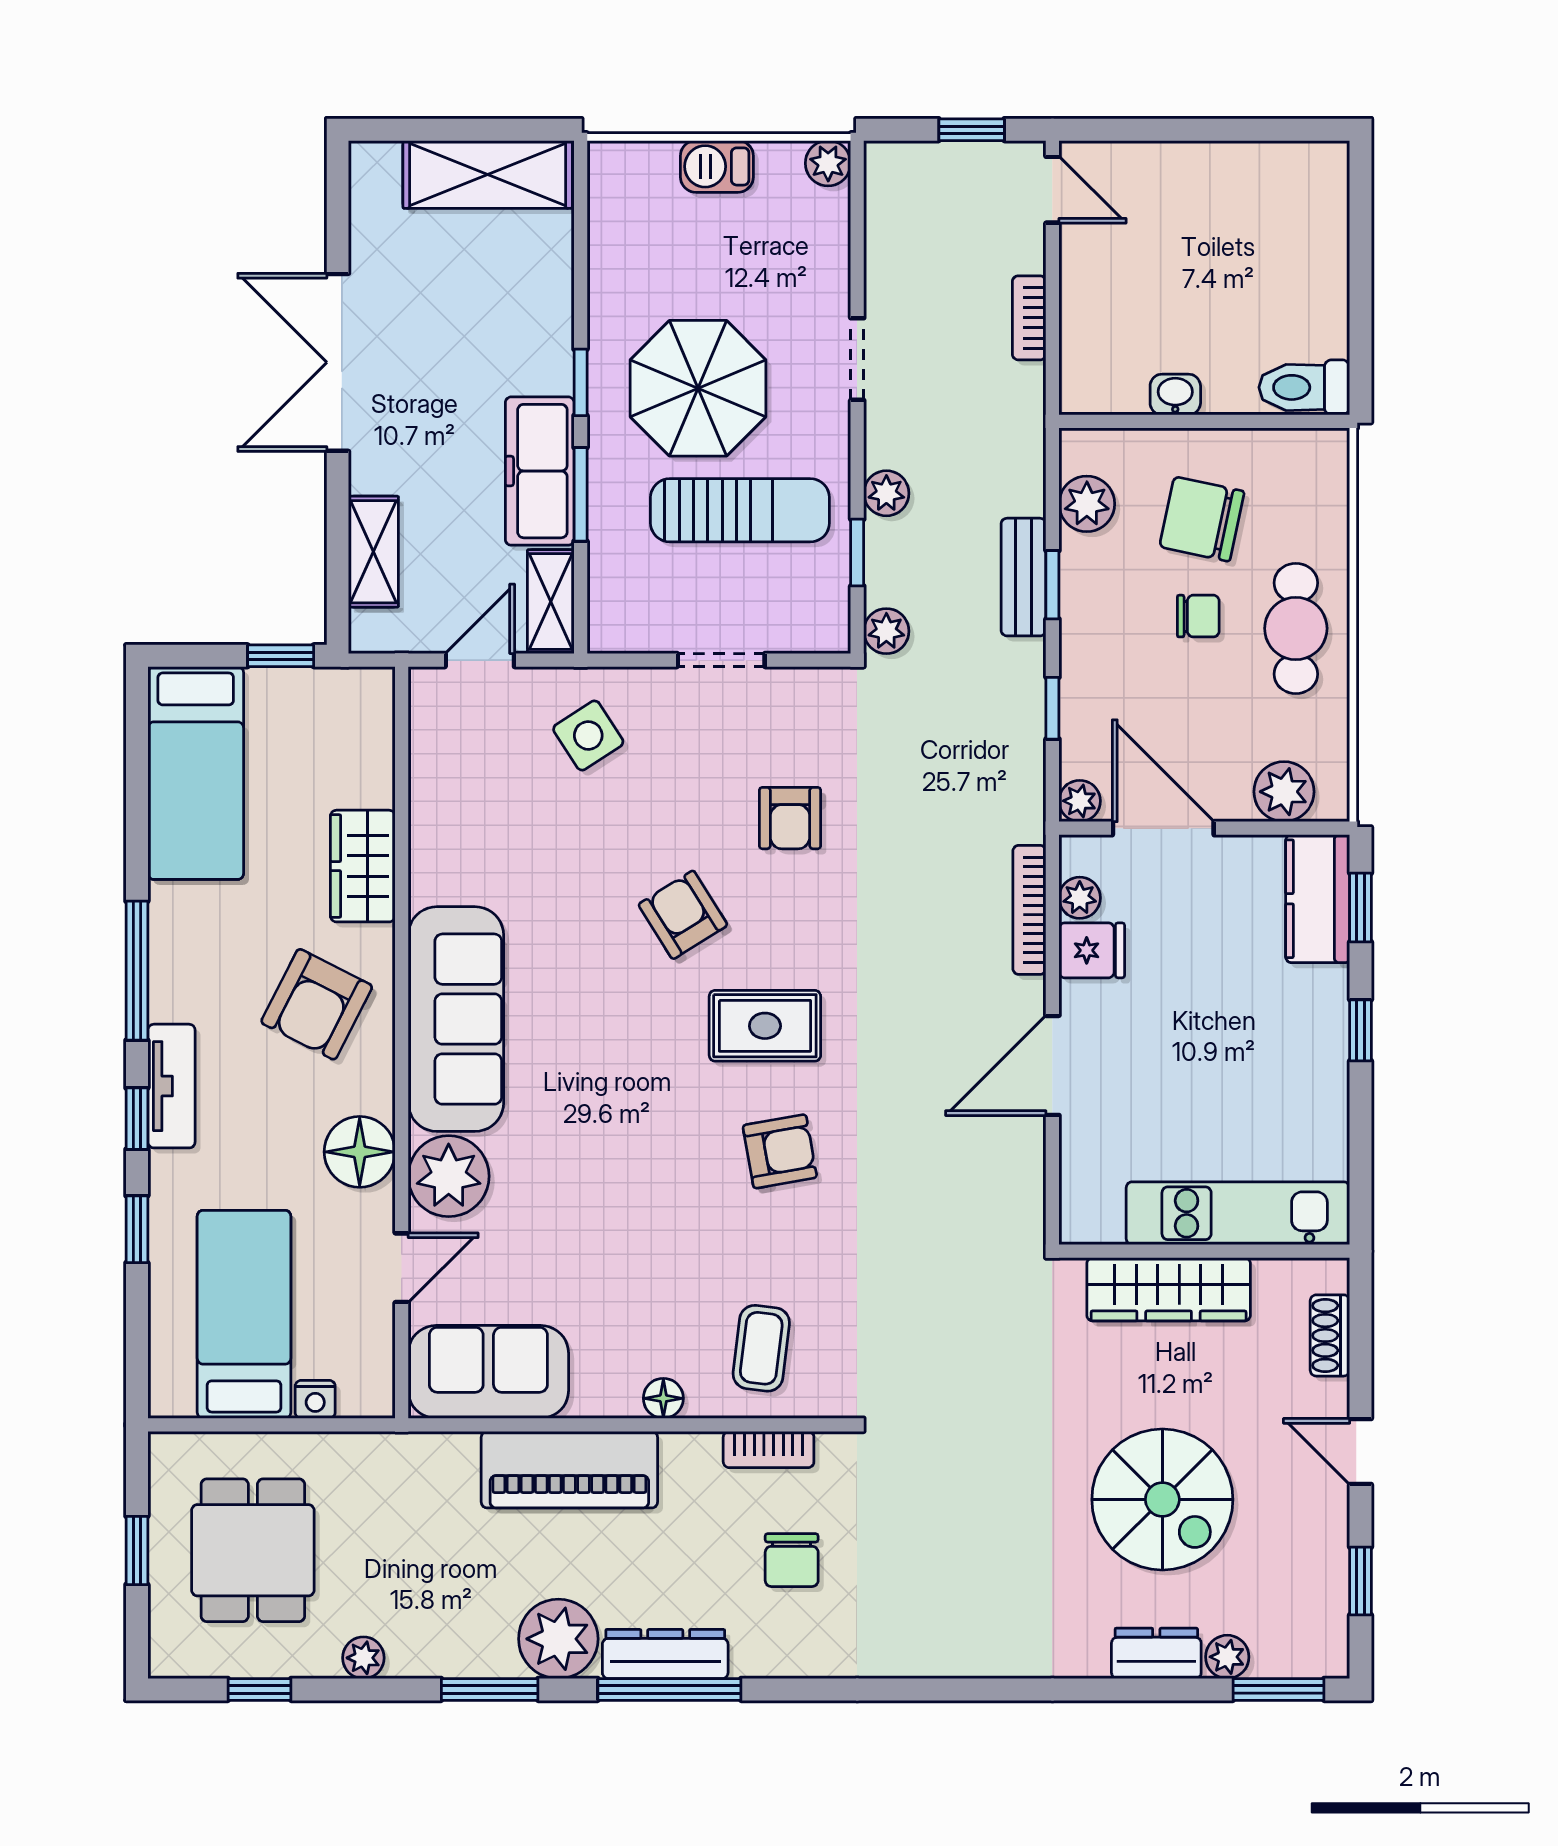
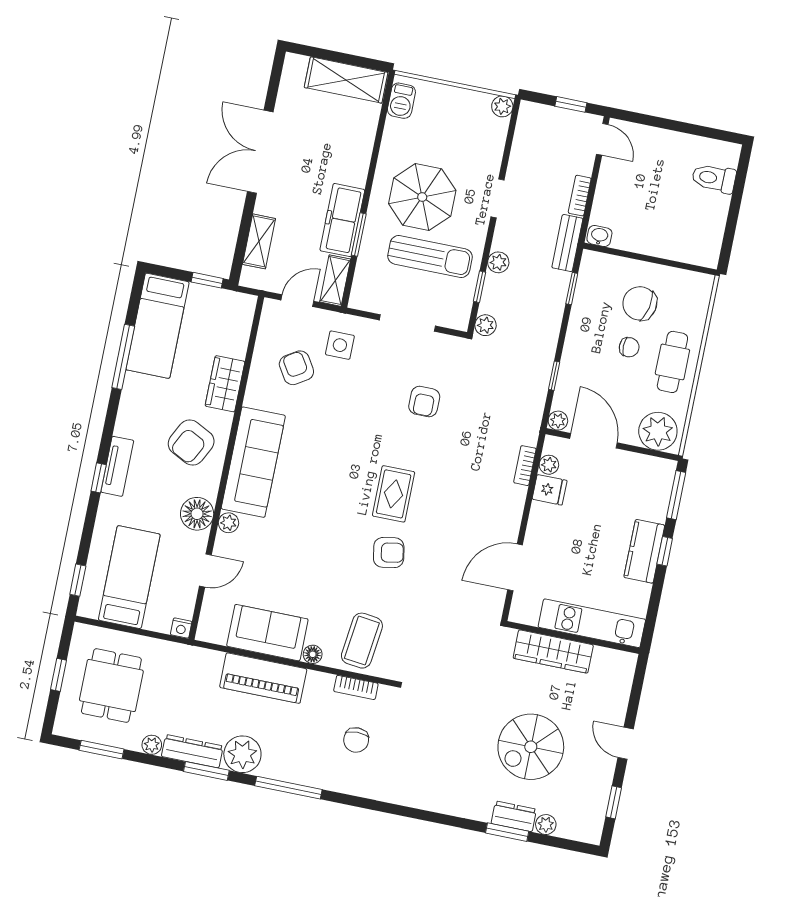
barbecue: (717, 166) -> (401, 101), moved, turned -90
window: (581, 382) -> (369, 183), removed
toilet: (1304, 387) -> (714, 178), moved
washbasin: (1175, 395) -> (599, 236), moved
plant: (1087, 504) -> (589, 286), removed
bench: (1023, 577) -> (567, 243), moved
window: (1052, 585) -> (572, 289), moved
doorway: (721, 660) -> (407, 323), width x1.38
side table: (588, 735) -> (340, 345), turned 33
plant: (1284, 792) -> (658, 431), width x1.36, depth x1.36
kitchen counter: (1318, 899) -> (644, 551), moved
window: (1360, 907) -> (676, 495), width x1.50
bookcase: (1029, 910) -> (525, 466), width x0.64
armchair: (683, 915) -> (296, 368), moved
window: (137, 971) -> (123, 357), moved
rug: (765, 1026) -> (394, 494), turned 90
door: (1052, 1065) -> (515, 567), moved
plant: (449, 1176) -> (228, 523), width x0.53, depth x0.53
window: (137, 1229) -> (78, 580), moved
shoe rack: (1330, 1335) -> (622, 688), removed
coffee table: (761, 1348) -> (362, 641), width x1.36, depth x1.30
sofa: (488, 1372) -> (267, 633), moved
nightstand: (315, 1399) -> (181, 628), moved
spiral stairs: (1162, 1500) -> (531, 747), turned 90
dresser: (665, 1654) -> (192, 751), moved
window: (260, 1689) -> (102, 750), width x1.50
window: (1278, 1689) -> (507, 832), moved

